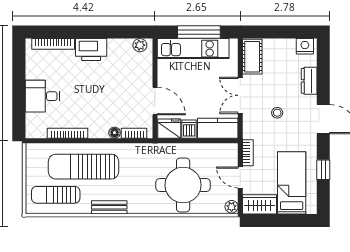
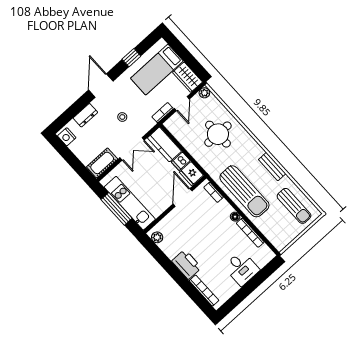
floor lamp: (115, 133) -> (235, 217), moved
sun lounger: (83, 167) -> (244, 191), moved
round table: (183, 185) -> (218, 134), width x0.73, depth x0.73

